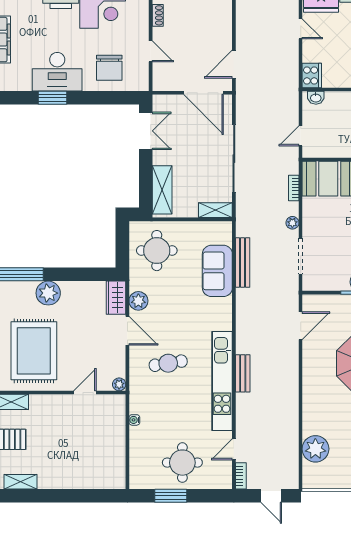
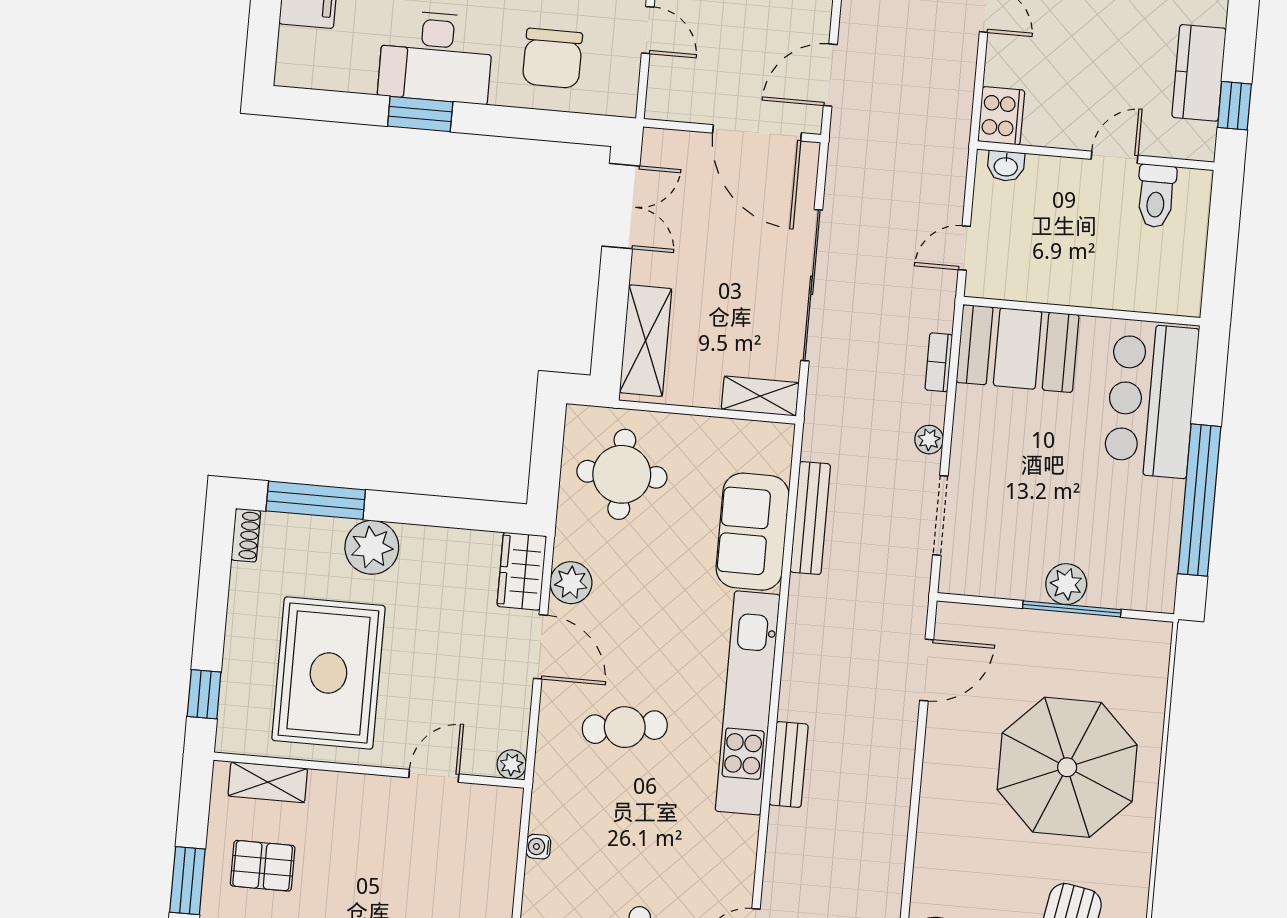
kitchen unit: (222, 381) -> (748, 703), moved

